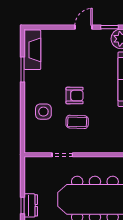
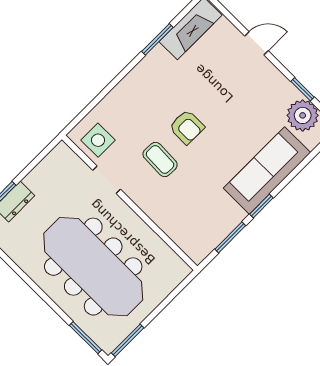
door: (84, 27) -> (256, 43), moved
side table: (43, 112) -> (98, 140), moved

